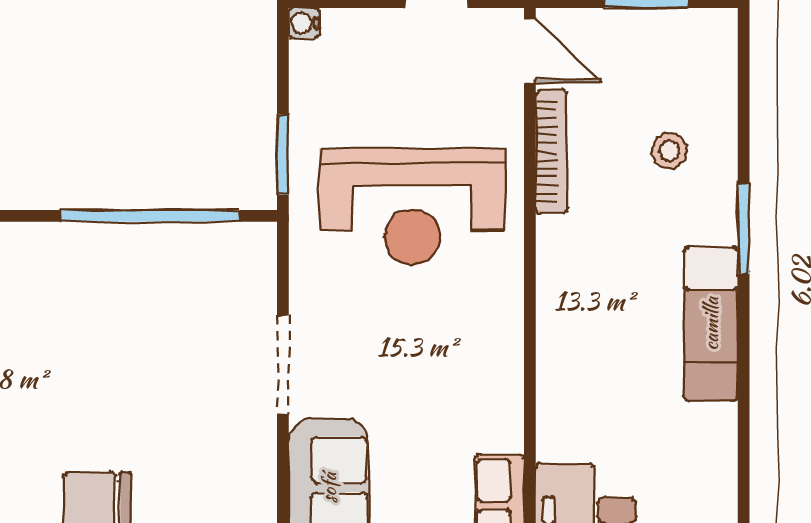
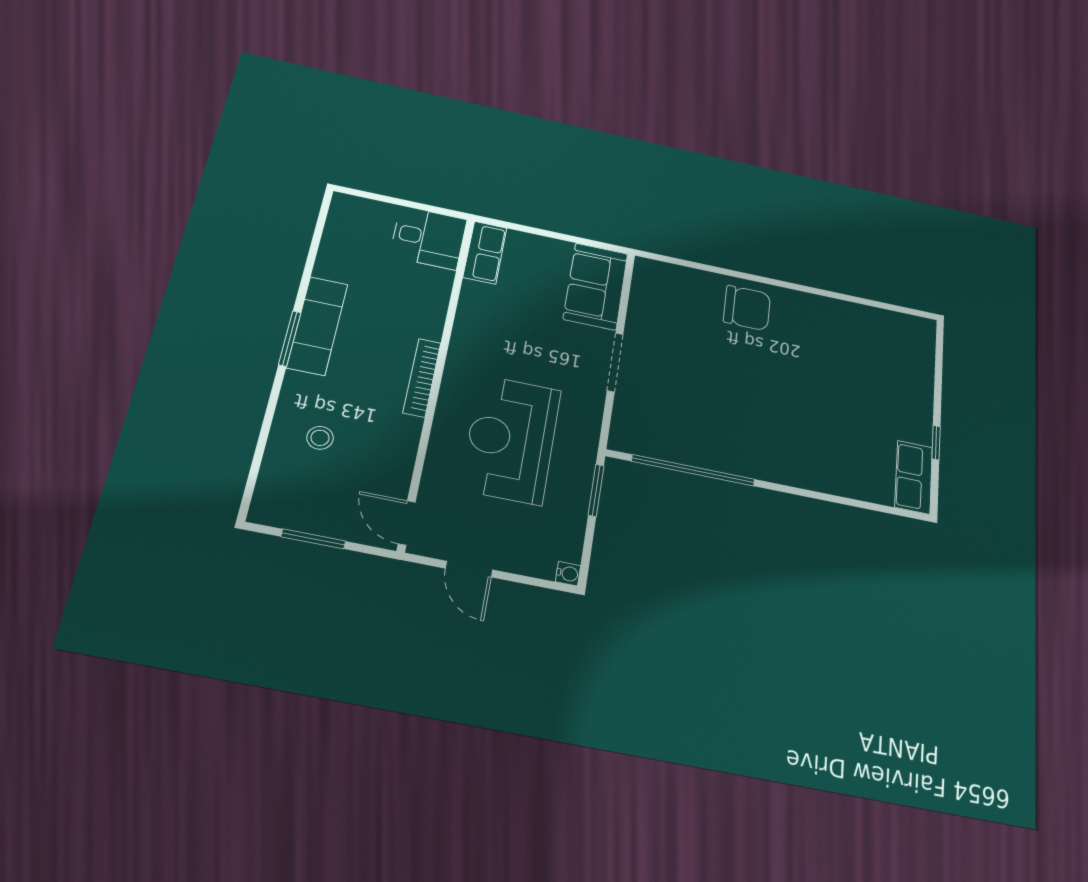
bookcase: (551, 152) -> (422, 378), moved
reception desk: (412, 207) -> (511, 439), turned -90
window: (744, 228) -> (290, 338), moved

